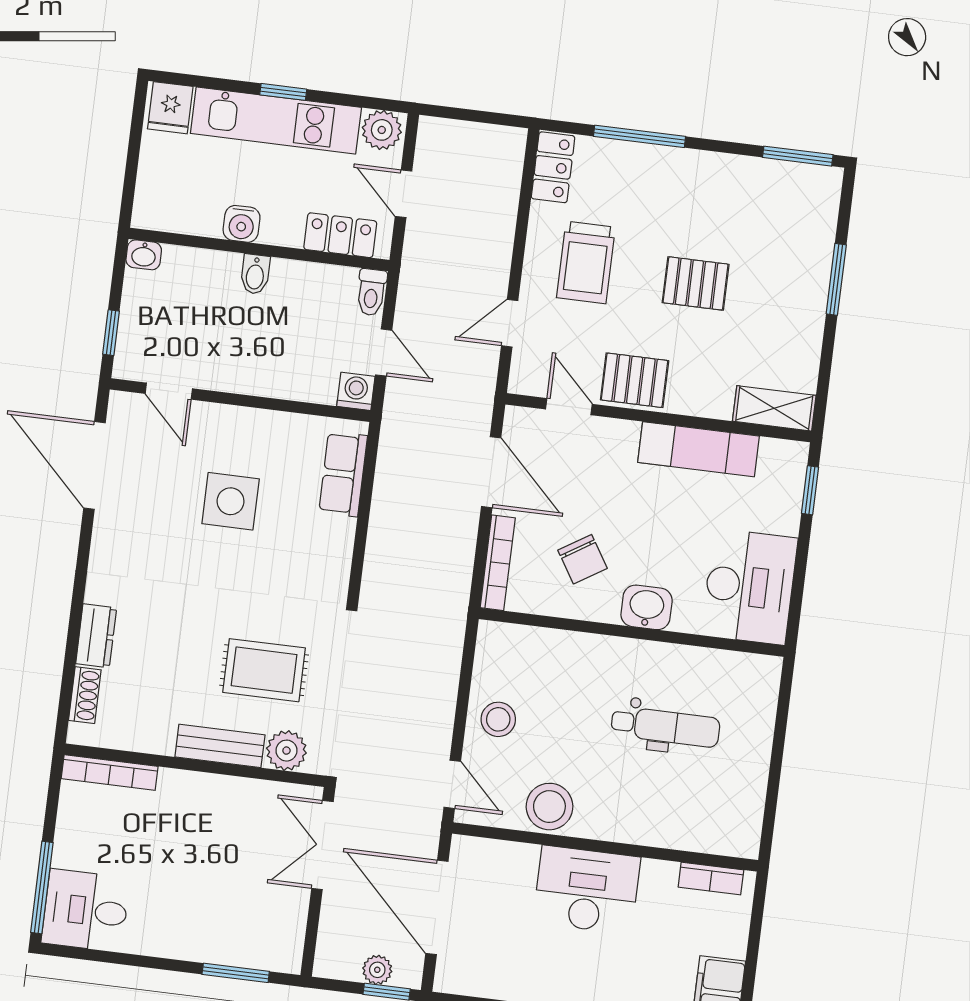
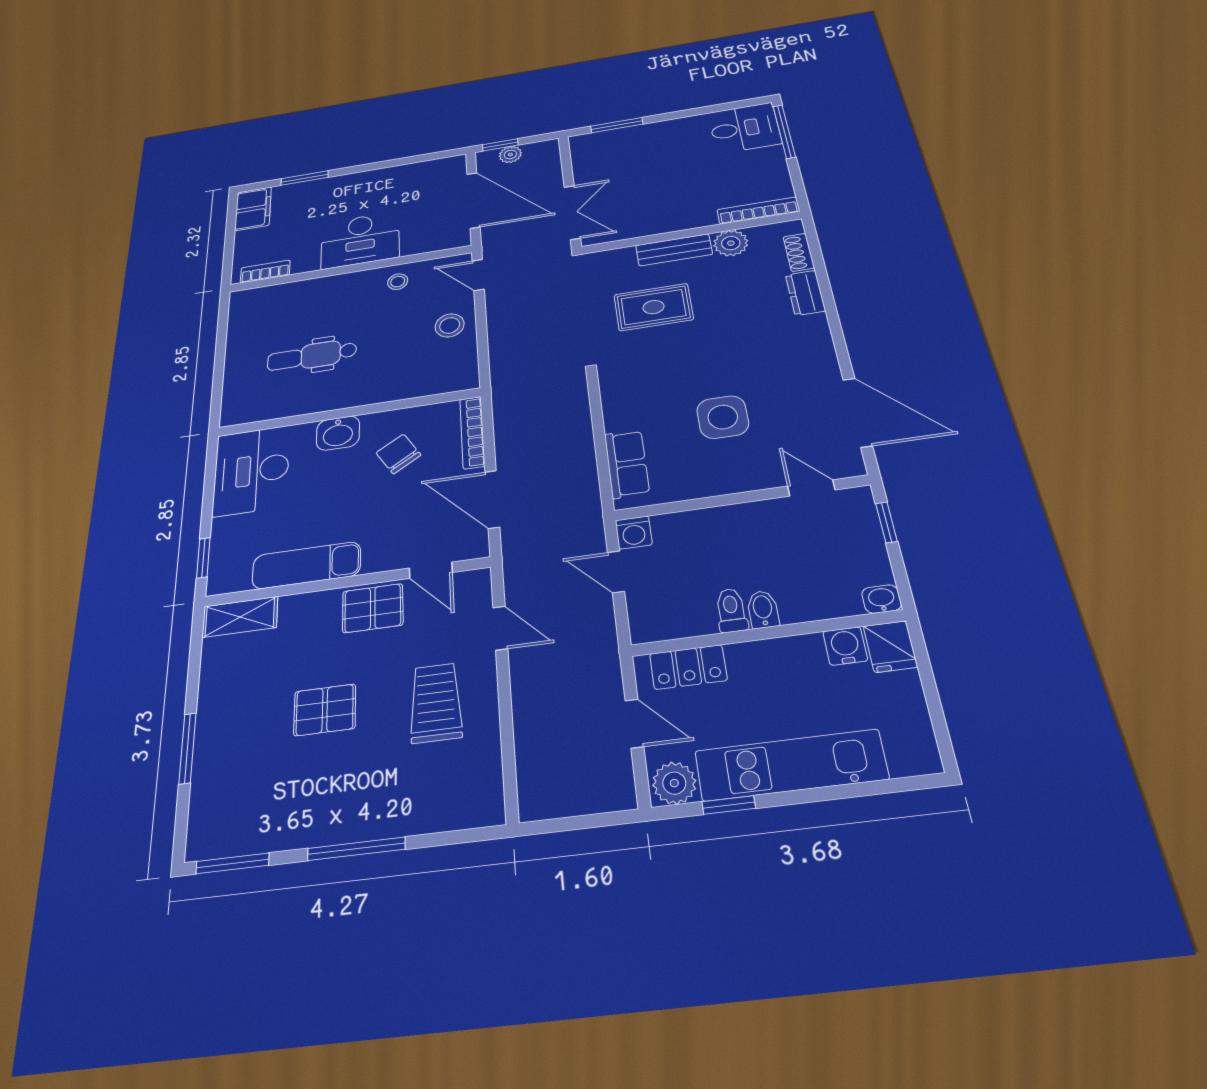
window: (283, 92) -> (729, 805), moved
fridge: (170, 108) -> (890, 647), moved, turned 180
window: (640, 136) -> (356, 849), moved
locker: (553, 167) -> (485, 789), removed
water cooler: (242, 224) -> (845, 646), moved
toilet: (371, 292) -> (731, 610), moved
door: (510, 323) -> (500, 628), hinge flipped
plant: (286, 751) -> (731, 243), moved
stool: (549, 807) -> (398, 282), width x0.53, depth x0.53

